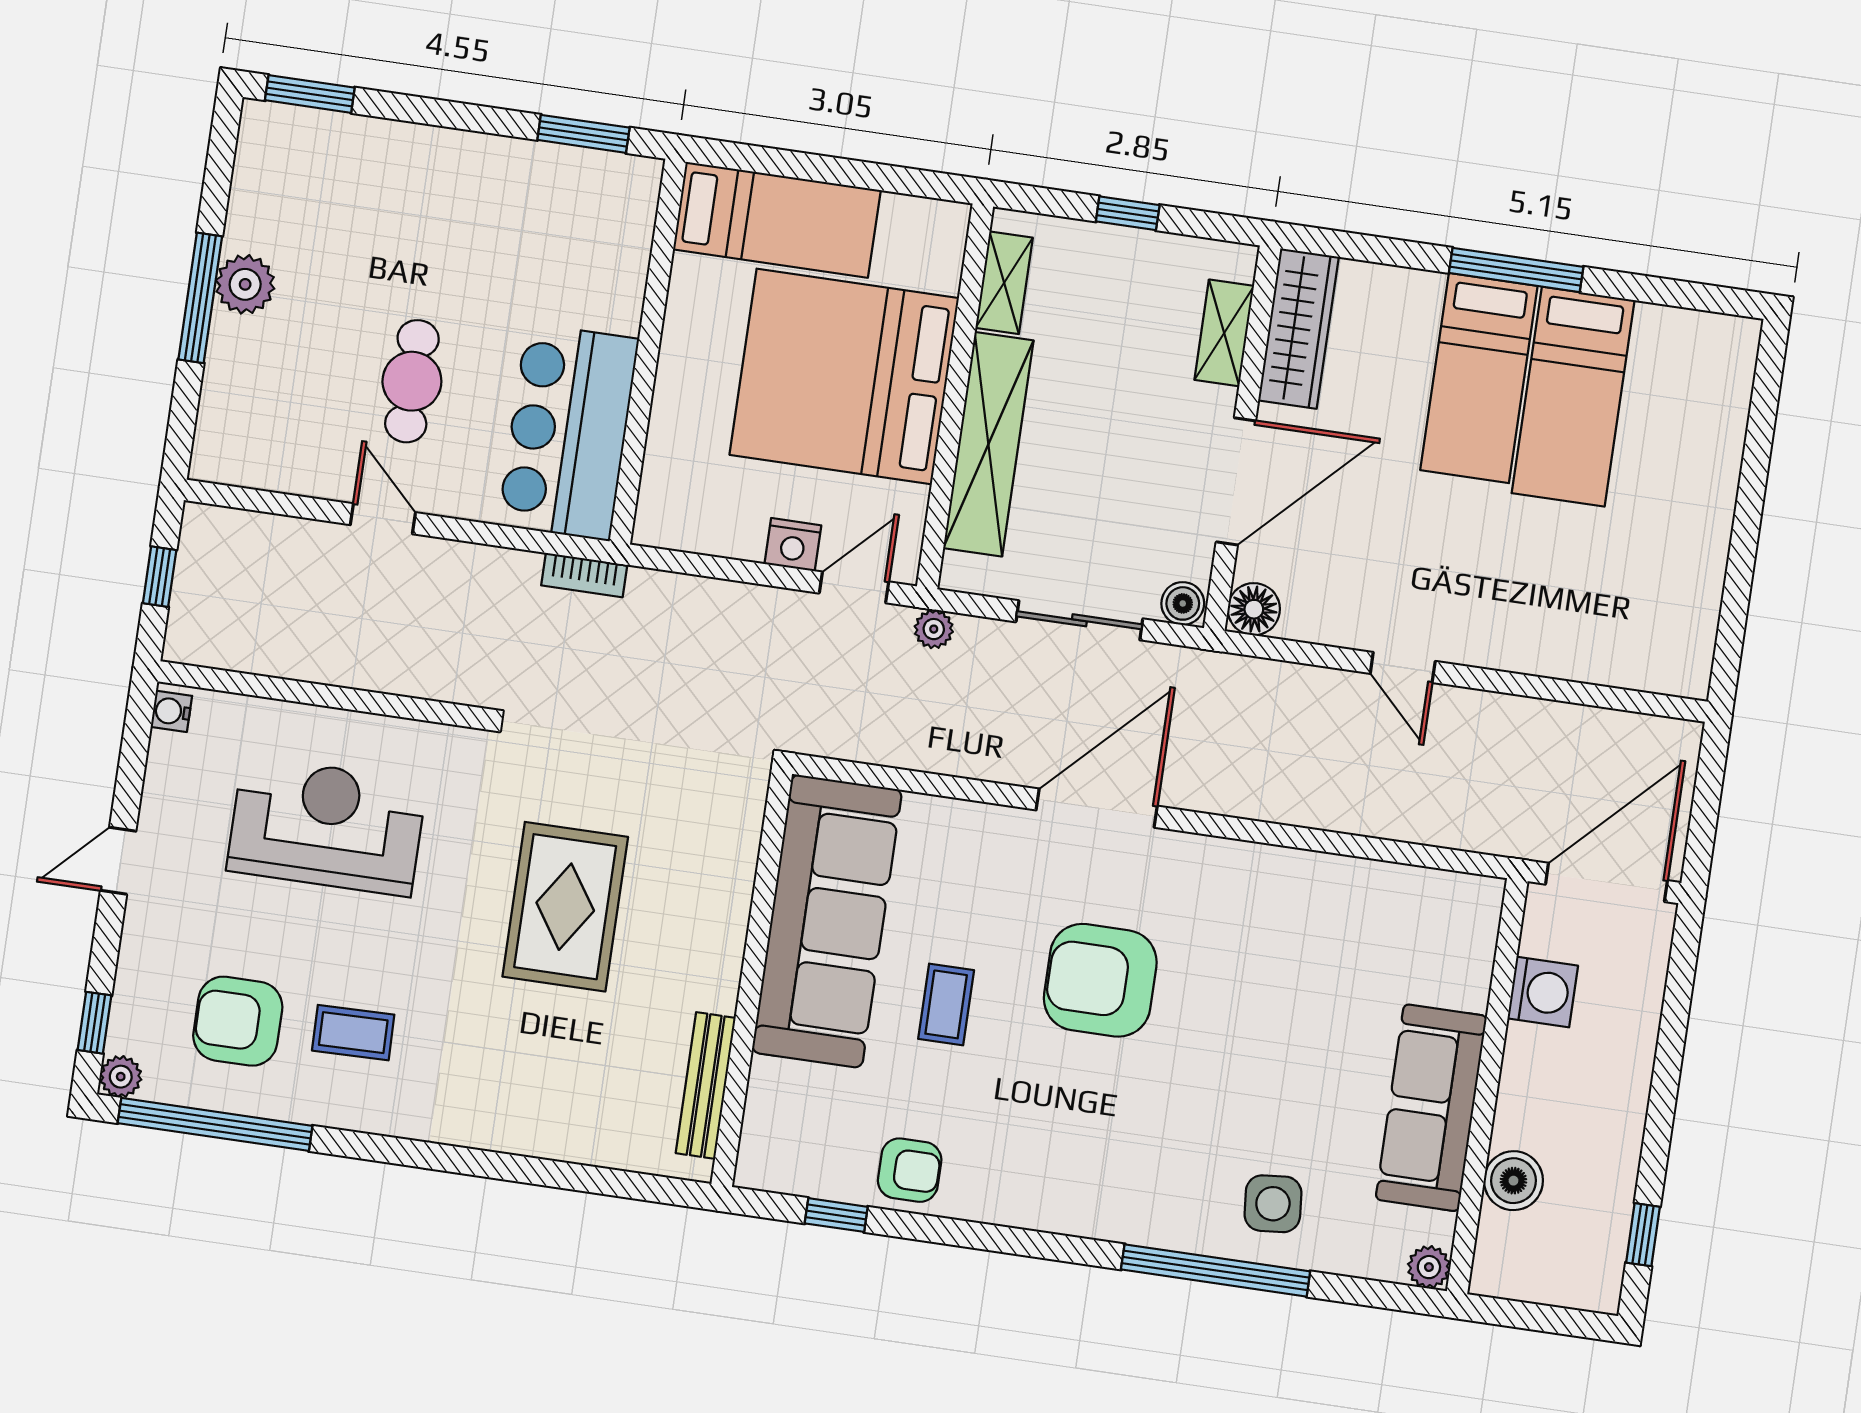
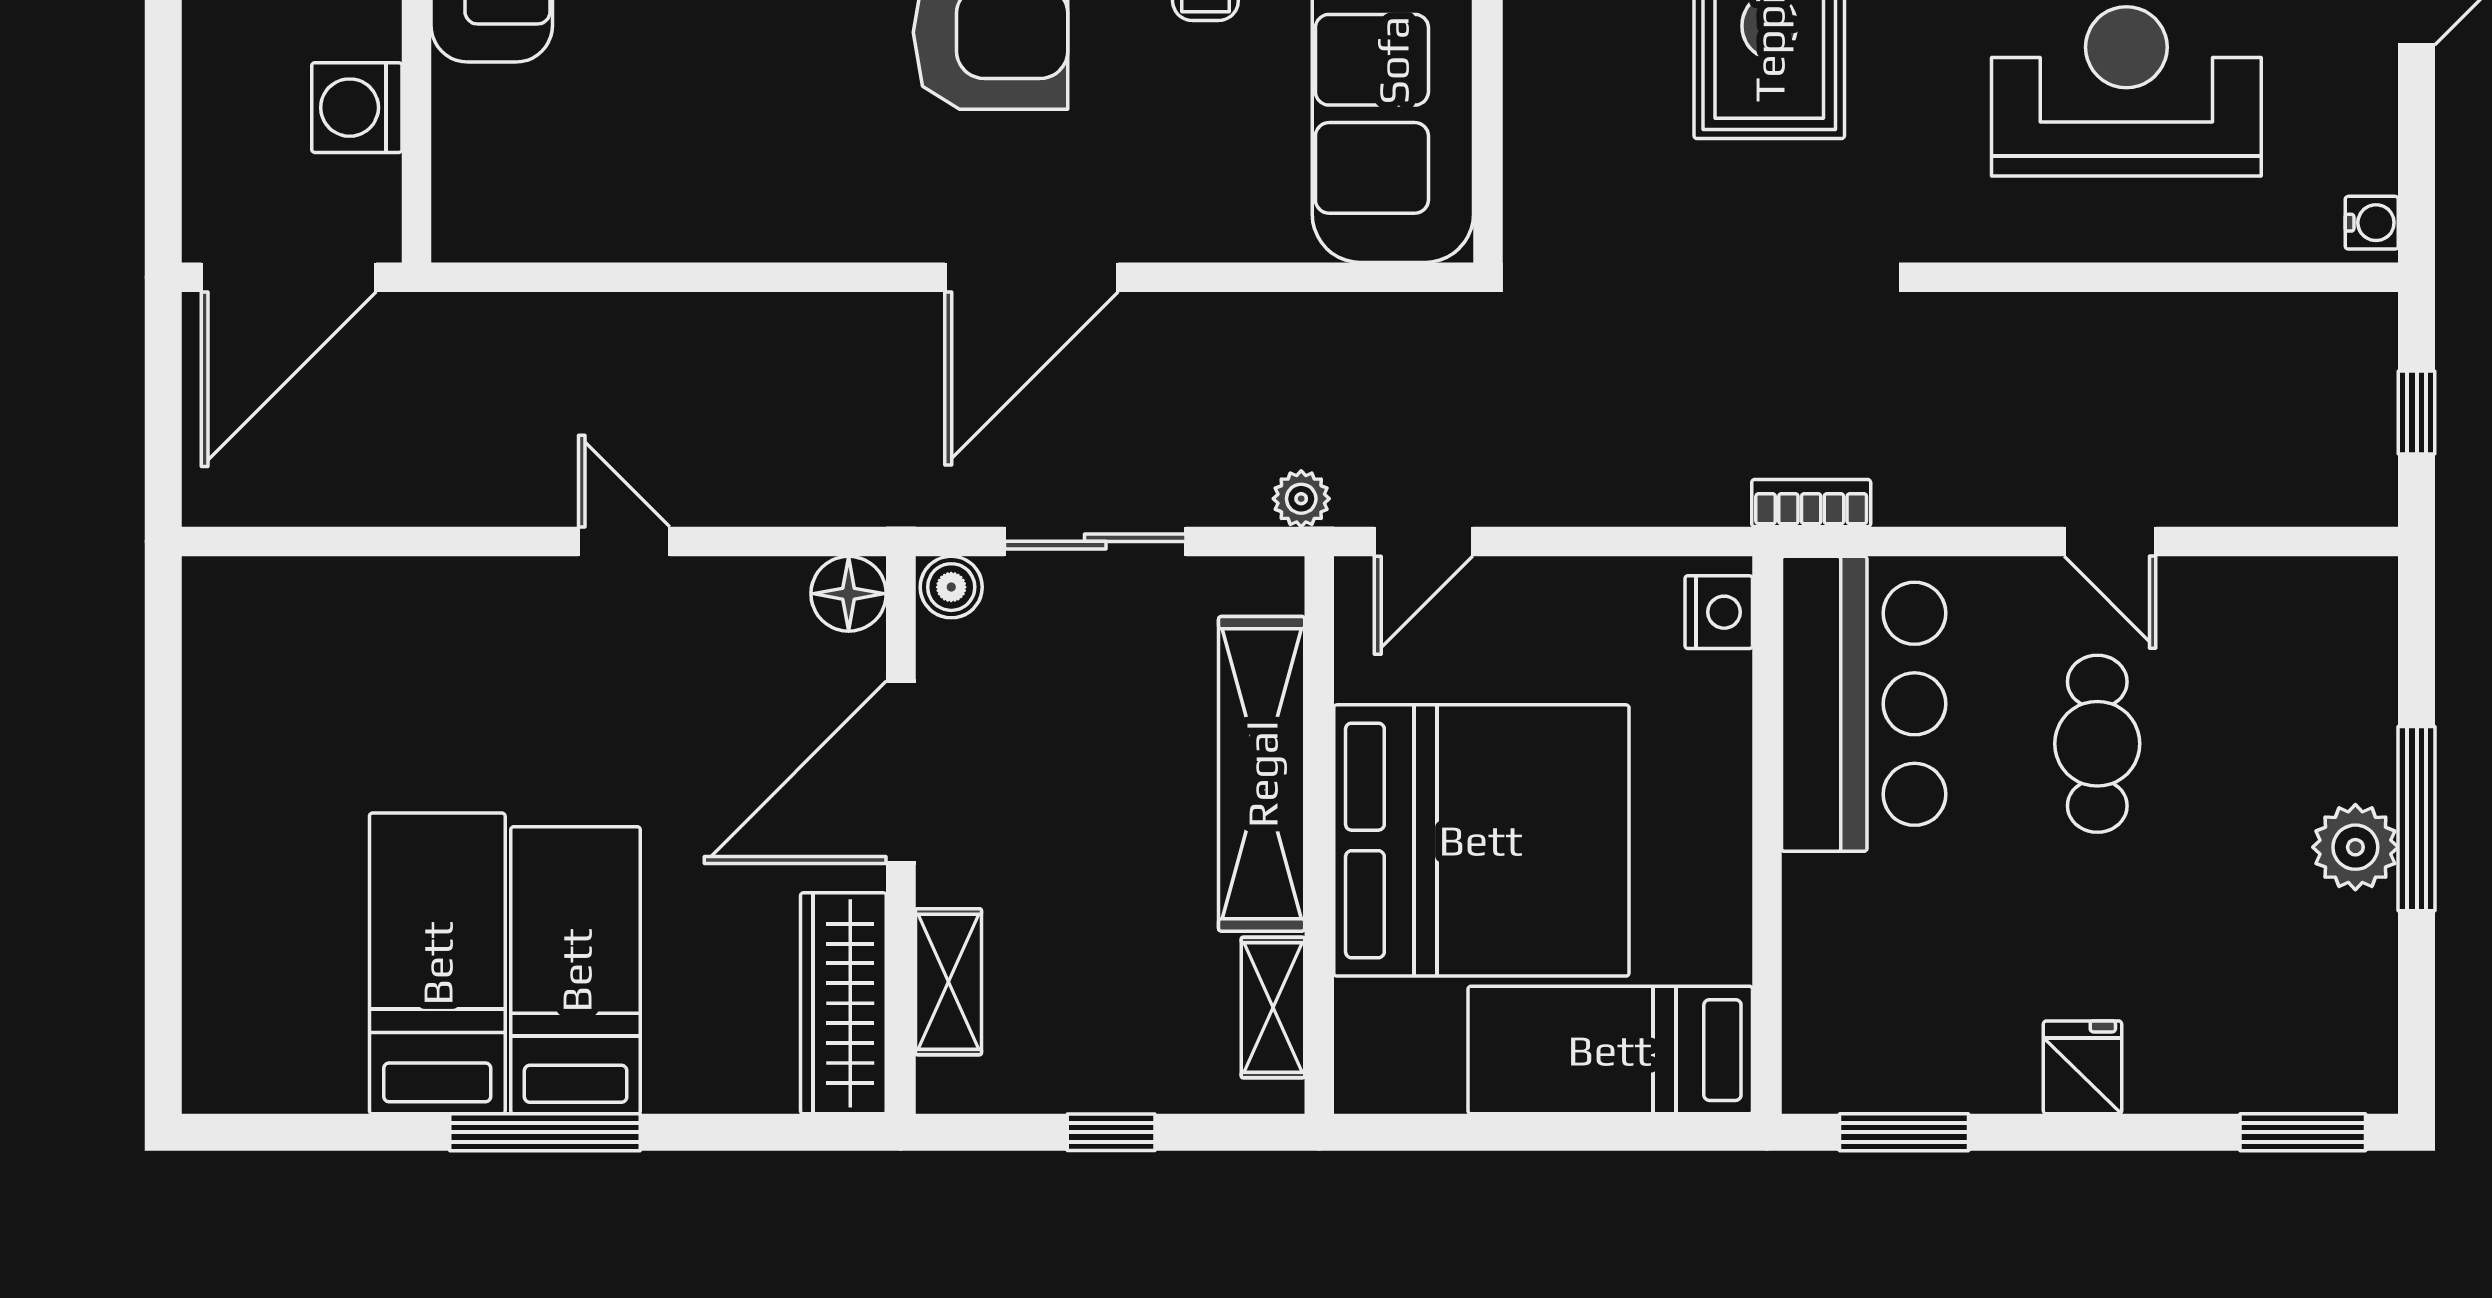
fridge: (454, 161) -> (2083, 1067), added
nightstand: (793, 545) -> (1719, 612), moved, turned 90
reception desk: (327, 826) -> (2126, 91), turned 180

